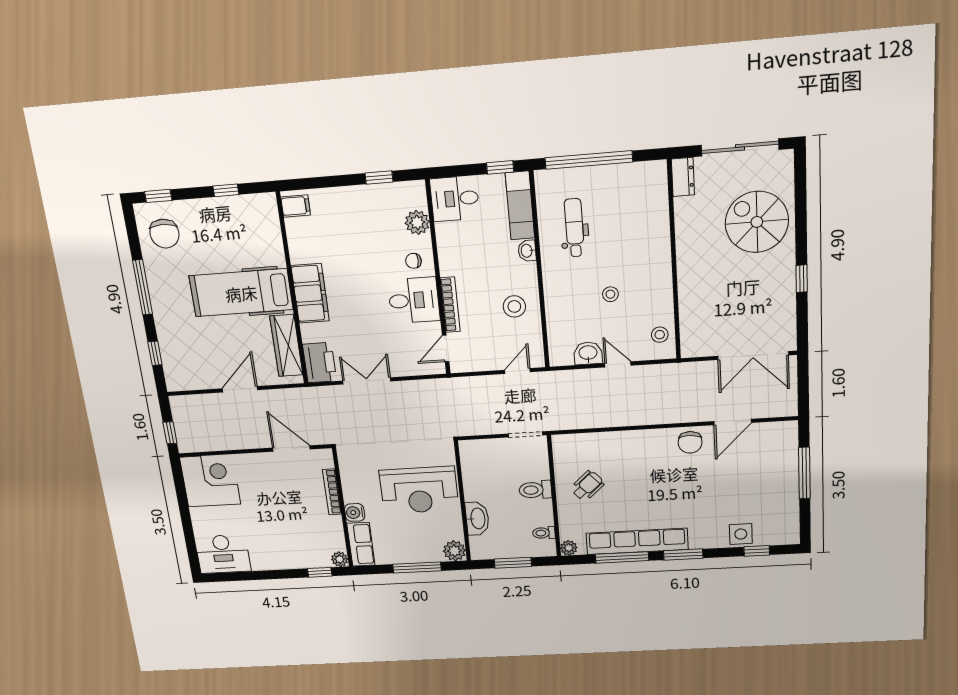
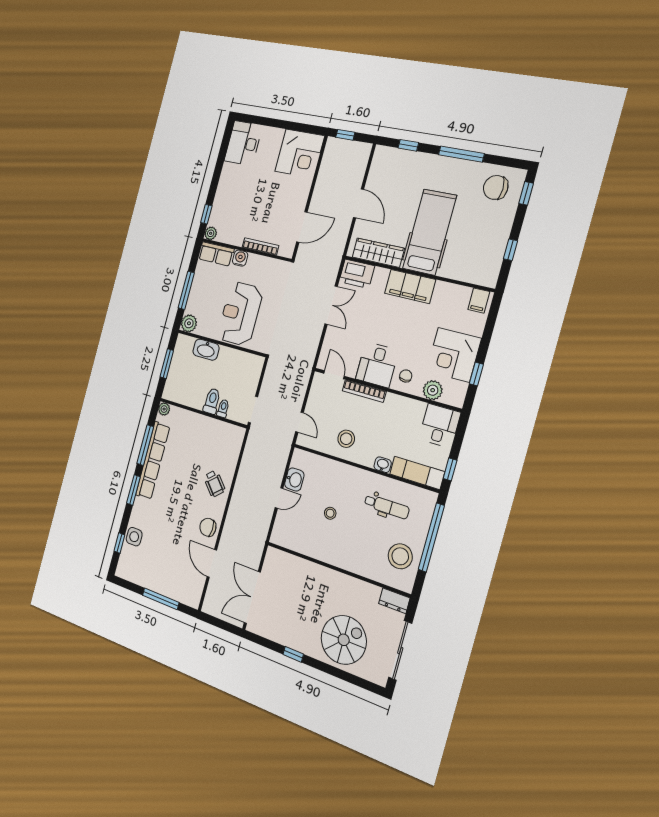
corner desk: (368, 213) -> (454, 355), added
stool: (660, 335) -> (400, 556), moved, width x1.89, depth x1.89
wheelchair: (587, 486) -> (214, 484), moved
toilet: (544, 533) -> (223, 408), moved

